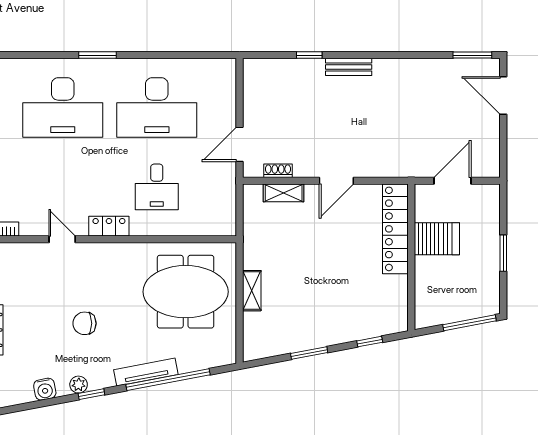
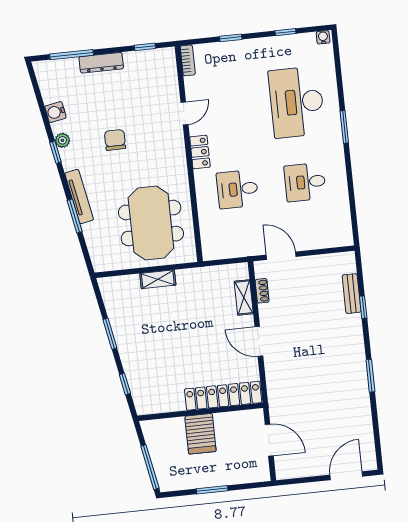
window: (472, 55) -> (370, 376), moved
bench: (349, 67) -> (352, 294), moved
desk: (157, 107) -> (305, 182), width x0.53, depth x0.77
server rack: (437, 239) -> (200, 434), moved
window: (168, 380) -> (75, 216), width x0.47

